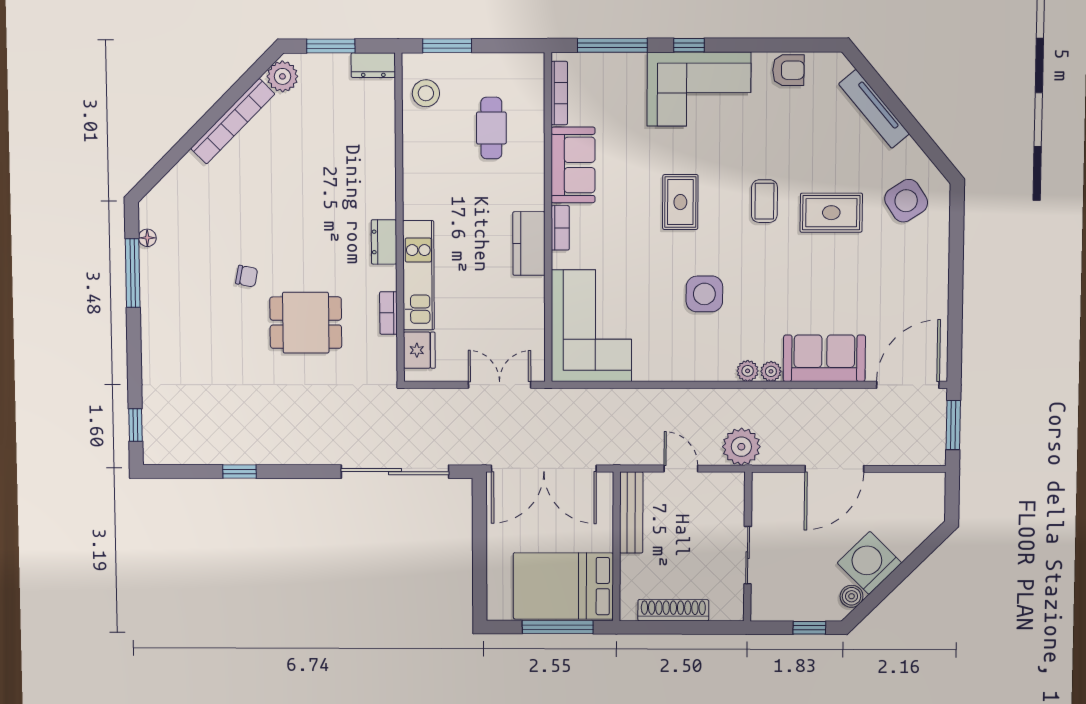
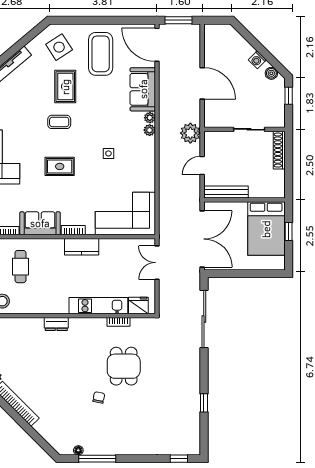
cafe table: (491, 128) -> (20, 267), turned 90
dresser: (384, 242) -> (56, 324), moved
coffee table: (892, 279) -> (101, 54), added
side table: (704, 294) -> (108, 153), width x0.54, depth x0.54
washing machine: (869, 563) -> (257, 60), width x0.53, depth x0.53
shoe rack: (673, 610) -> (279, 150), moved
window: (558, 627) -> (289, 232), width x0.46

